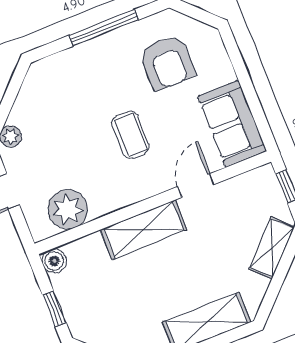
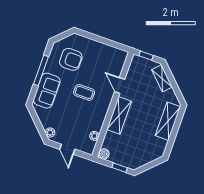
sofa: (232, 124) -> (47, 91), moved, turned -90
plant: (68, 209) -> (94, 136), width x0.53, depth x0.53

